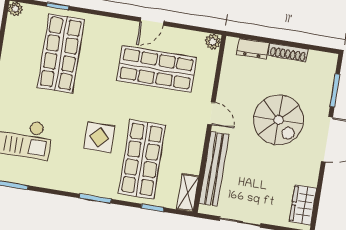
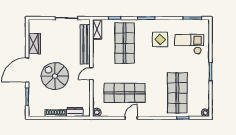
door: (211, 113) -> (91, 74), hinge flipped
display table: (99, 137) -> (160, 40), moved
wardrobe: (303, 205) -> (34, 44), moved

